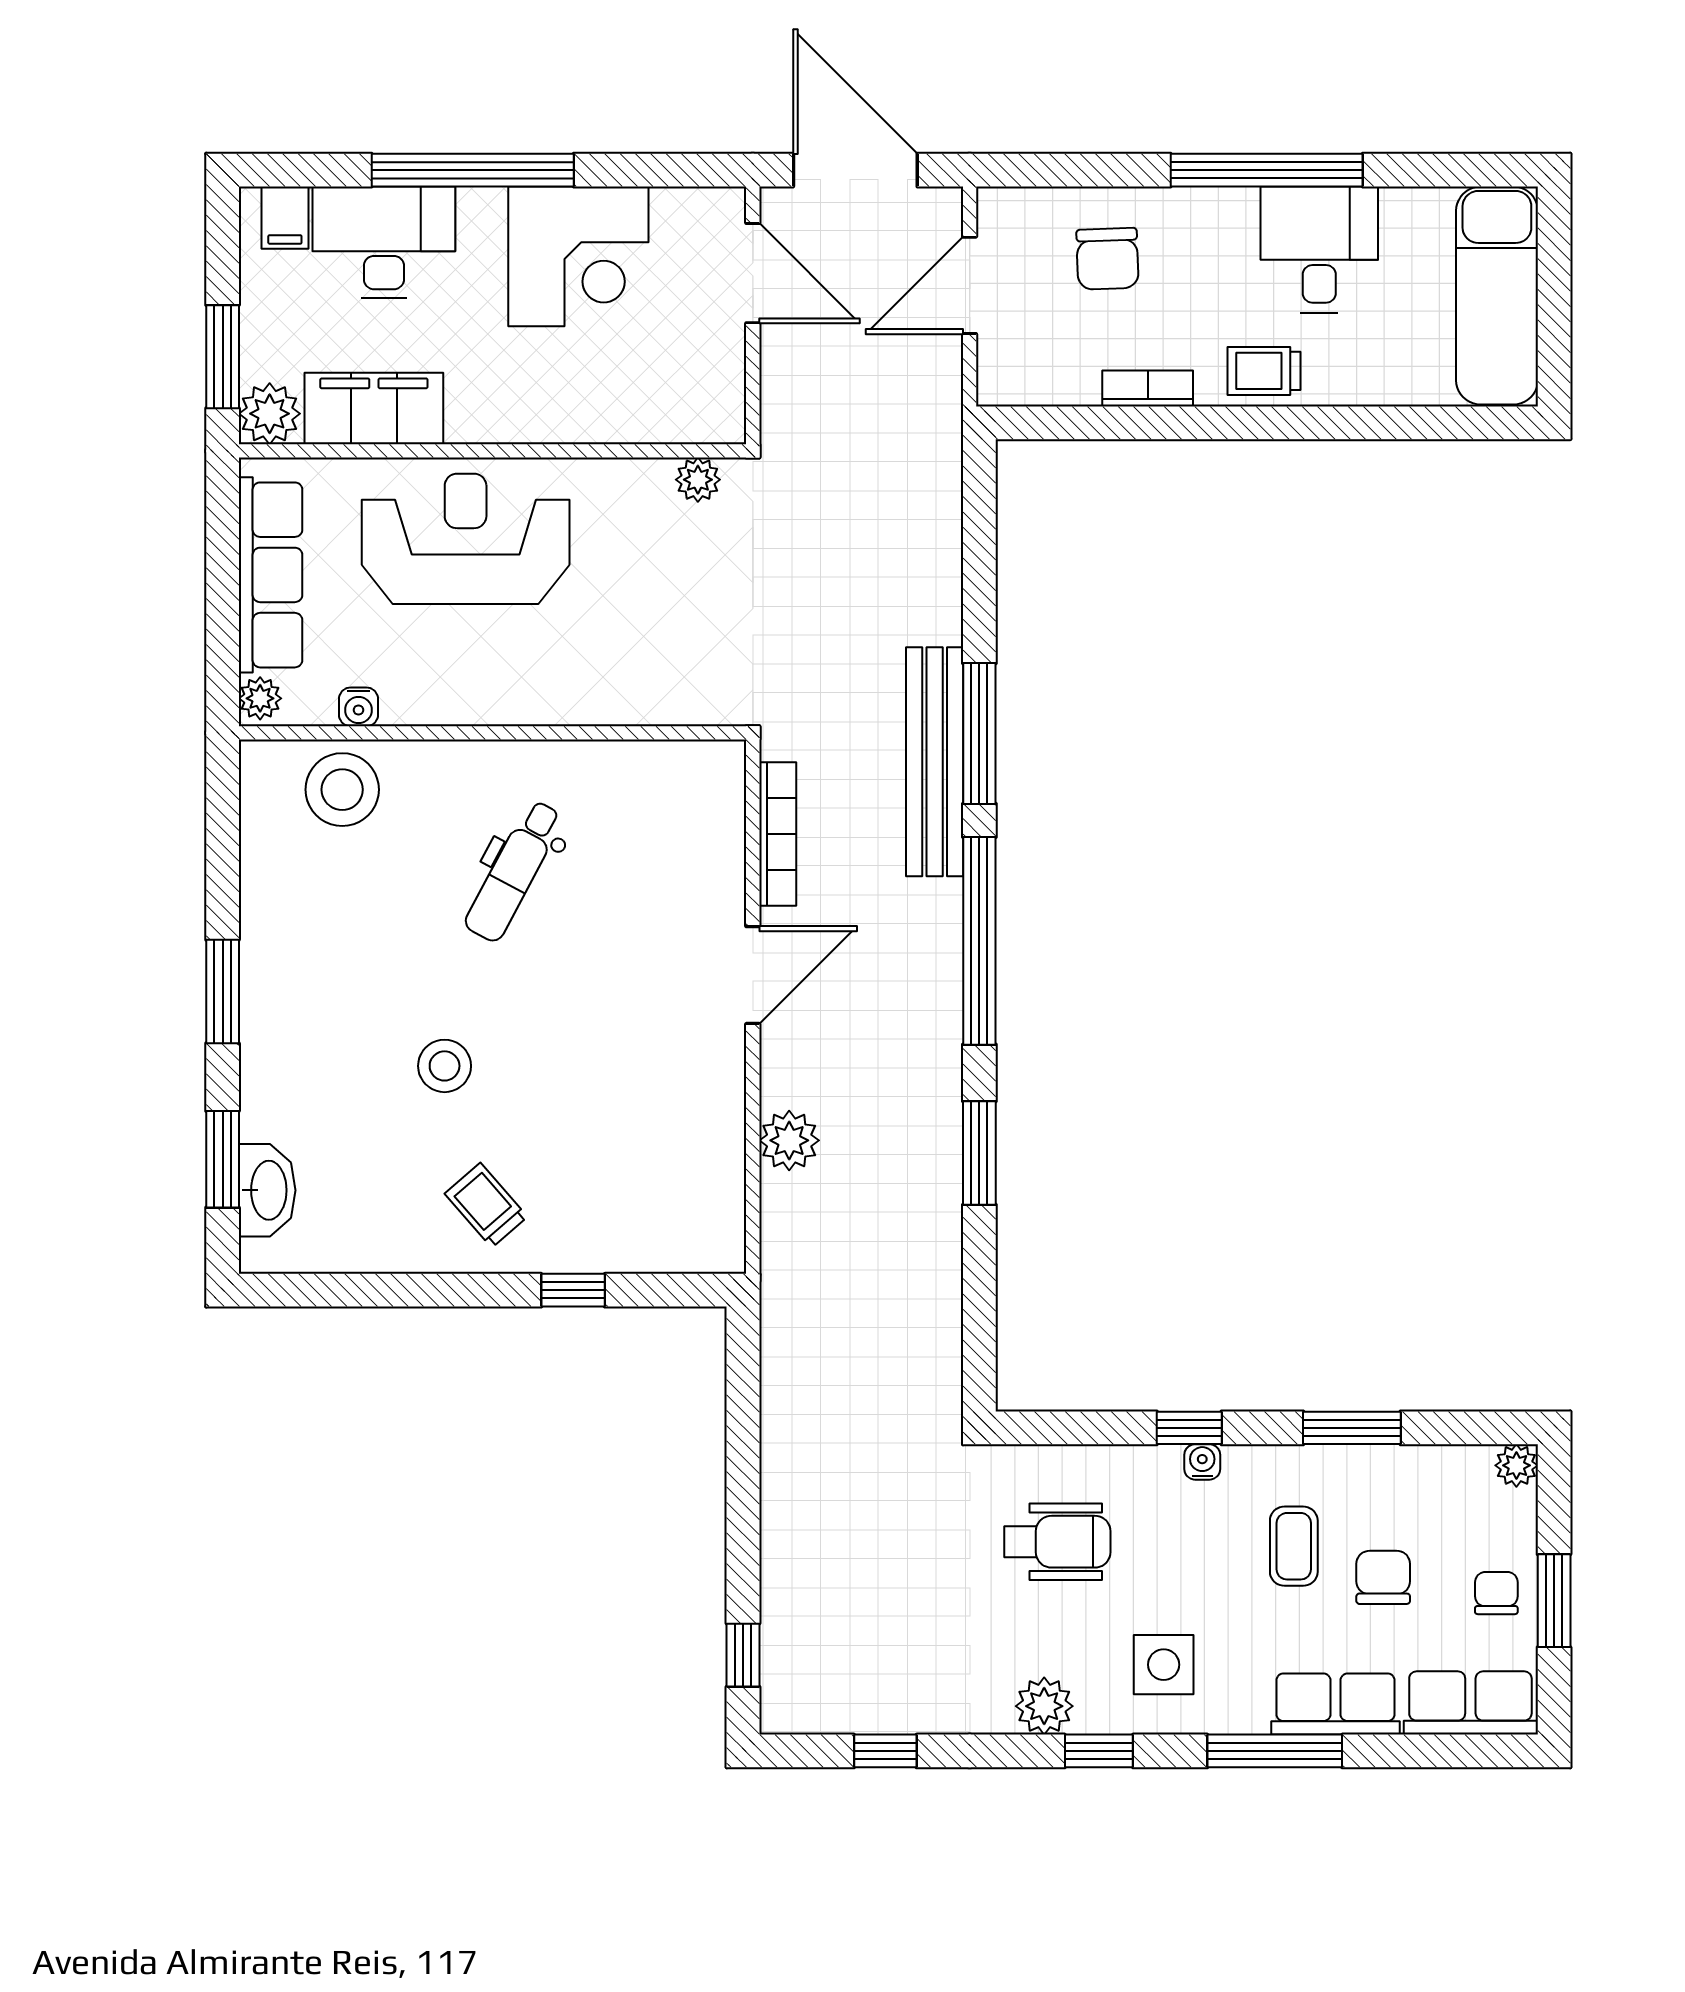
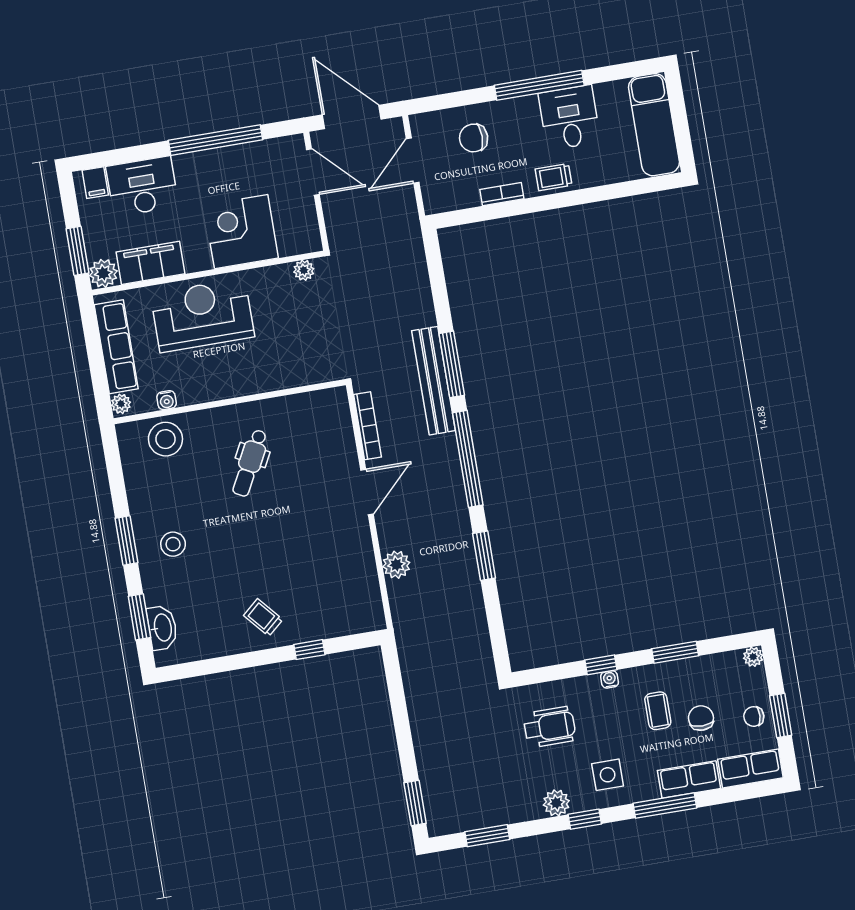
window: (473, 170) -> (215, 140), moved
corner desk: (578, 256) -> (241, 232), moved, turned 180
chair: (1108, 259) -> (474, 138), turned 92
stool: (445, 1066) -> (173, 544), moved
chair: (1496, 1593) -> (754, 716), turned -86
window: (743, 1655) -> (415, 803), width x1.50
window: (885, 1751) -> (487, 836), width x1.50

